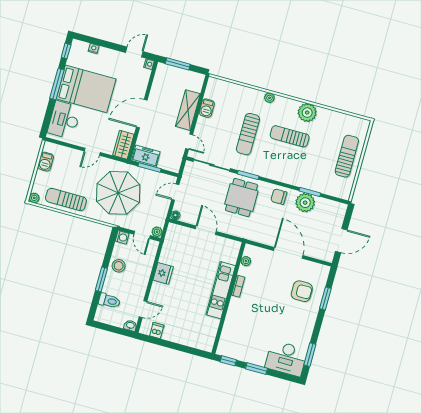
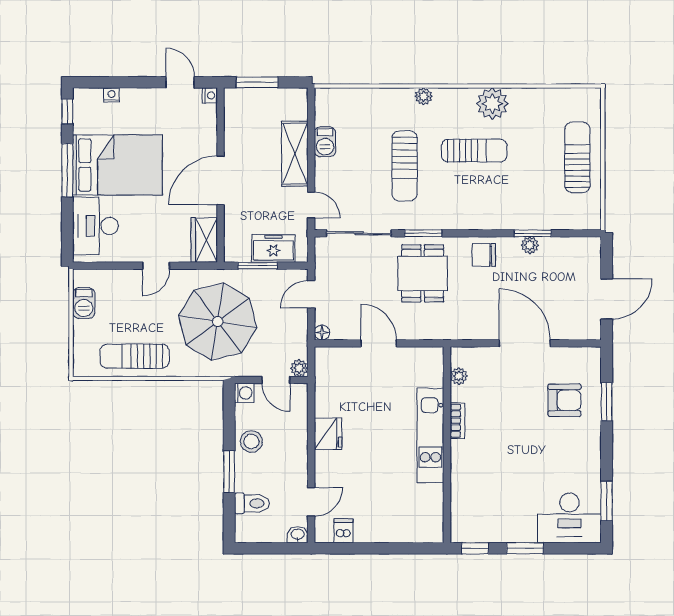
door: (134, 52) -> (180, 82), hinge flipped
sun lounger: (290, 136) -> (474, 151), turned 180
freezer: (146, 156) -> (273, 248), moved
plant: (34, 198) -> (82, 368), removed
plant: (305, 203) -> (530, 245), width x0.53, depth x0.53

